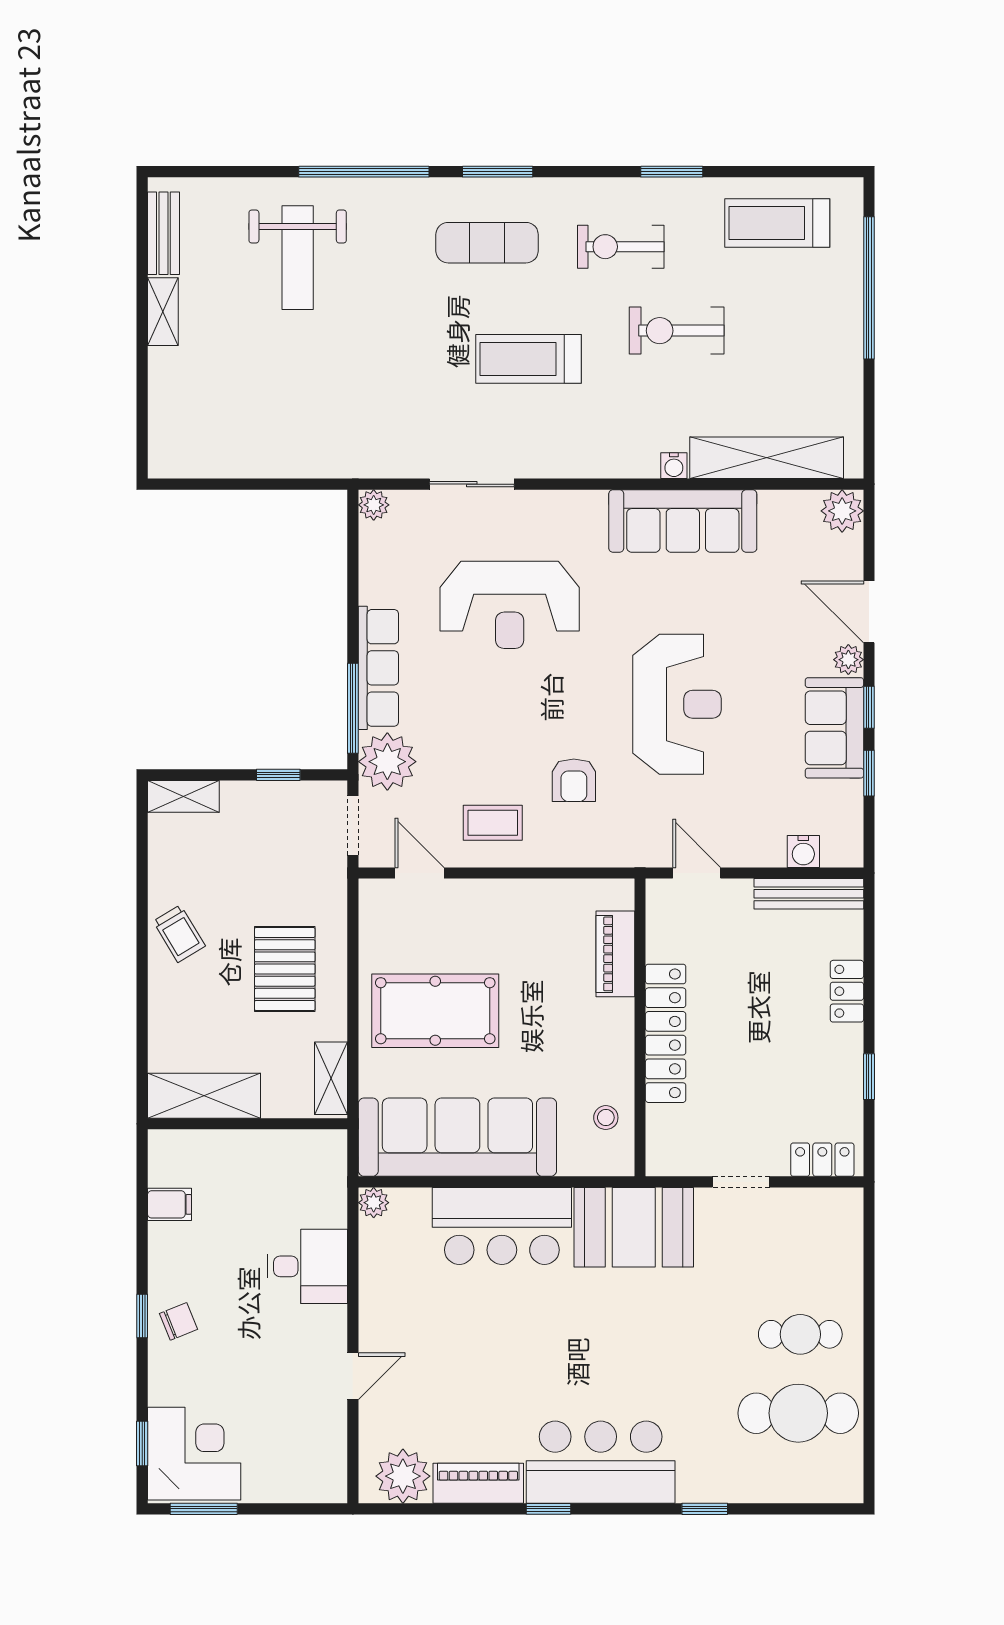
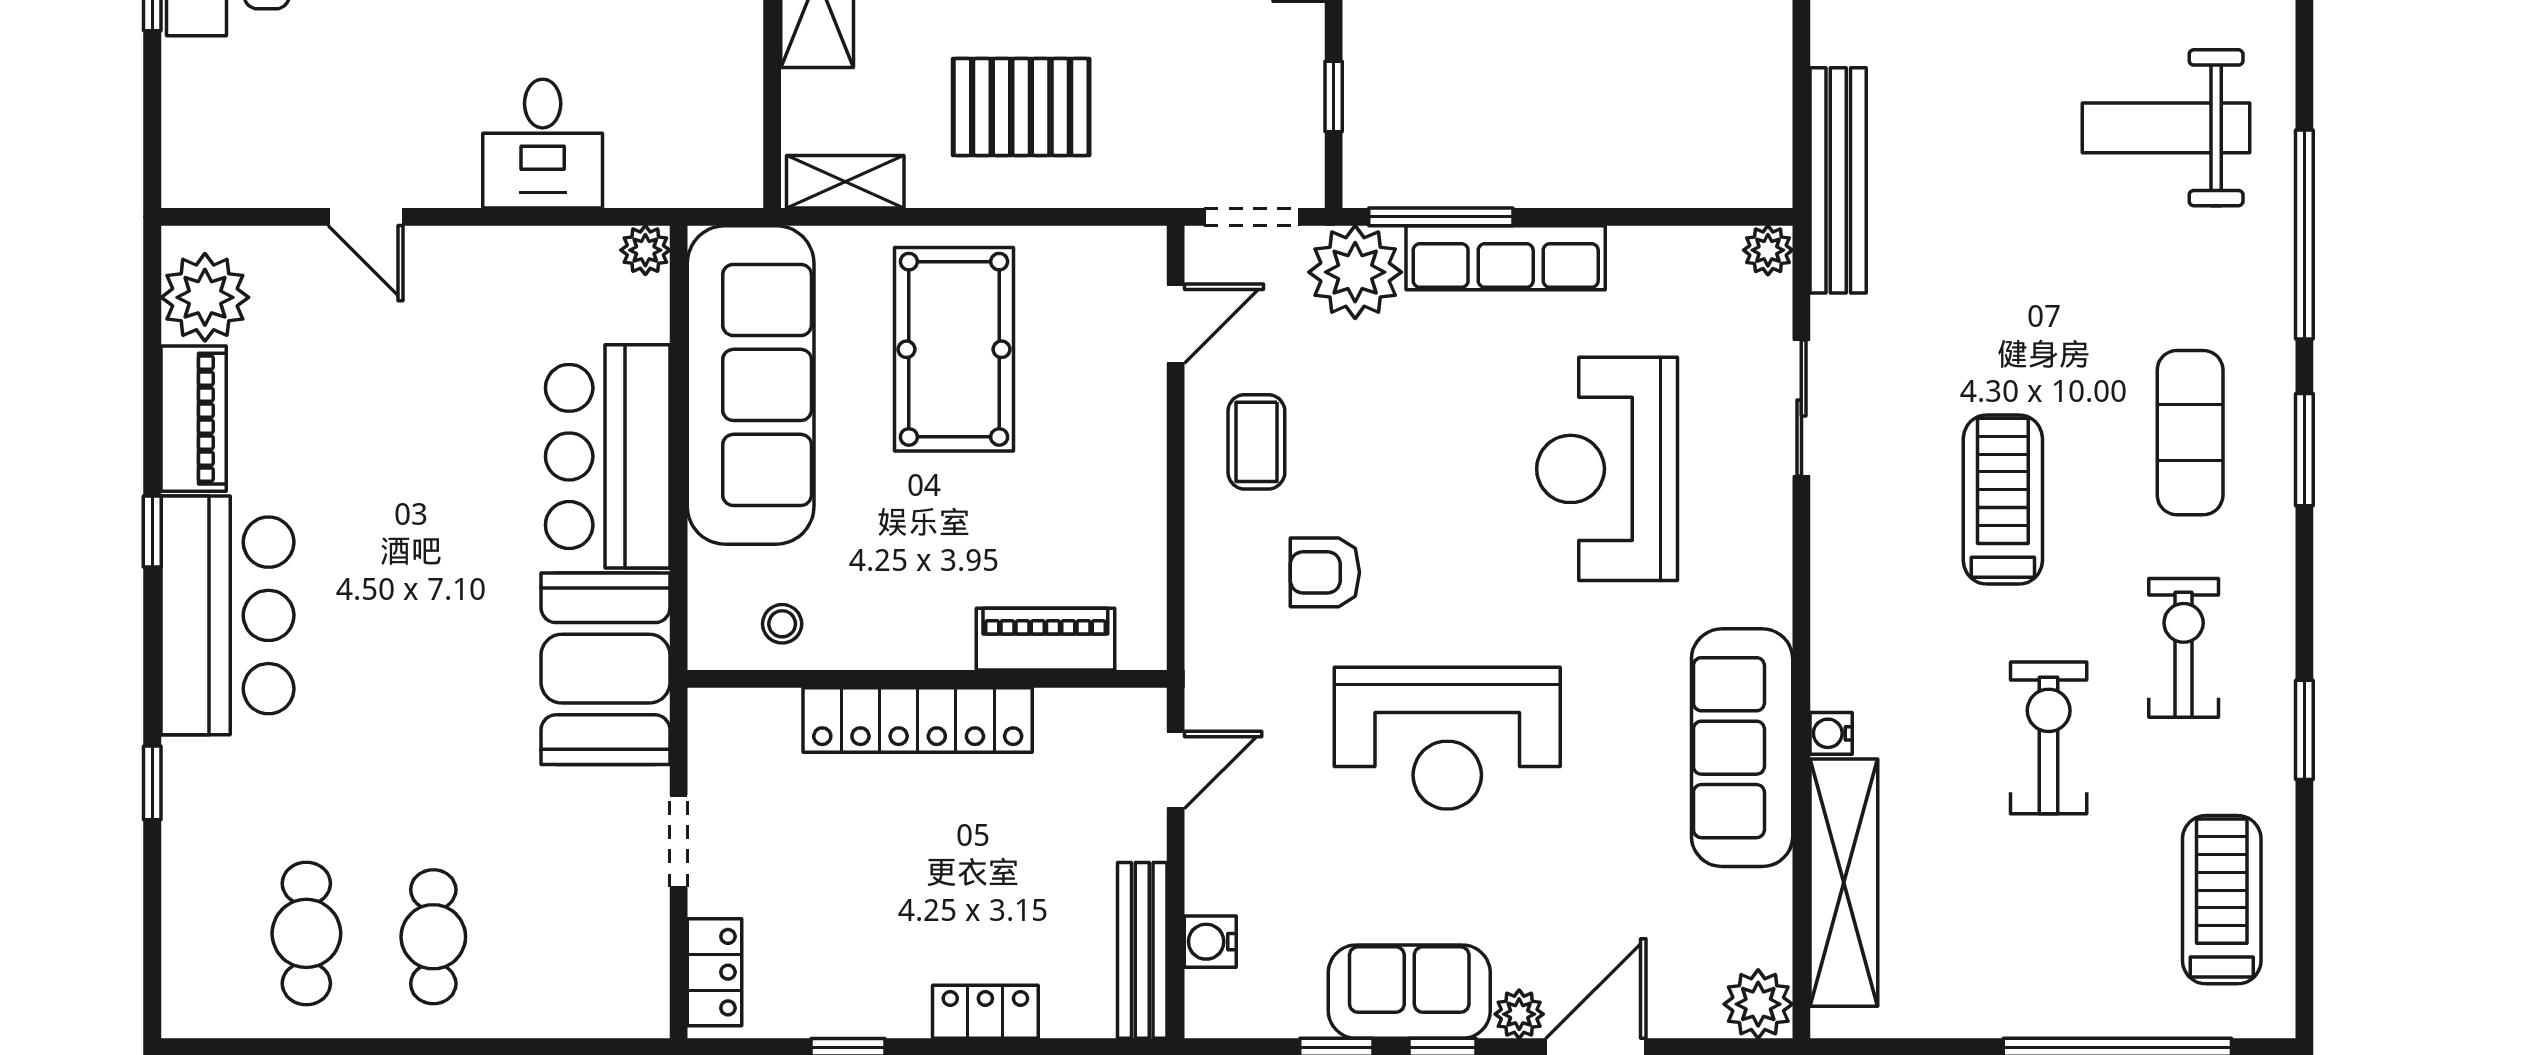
bench: (330, 461) -> (1838, 180), added
cafe table: (798, 1413) -> (306, 933), width x0.73, depth x0.74

